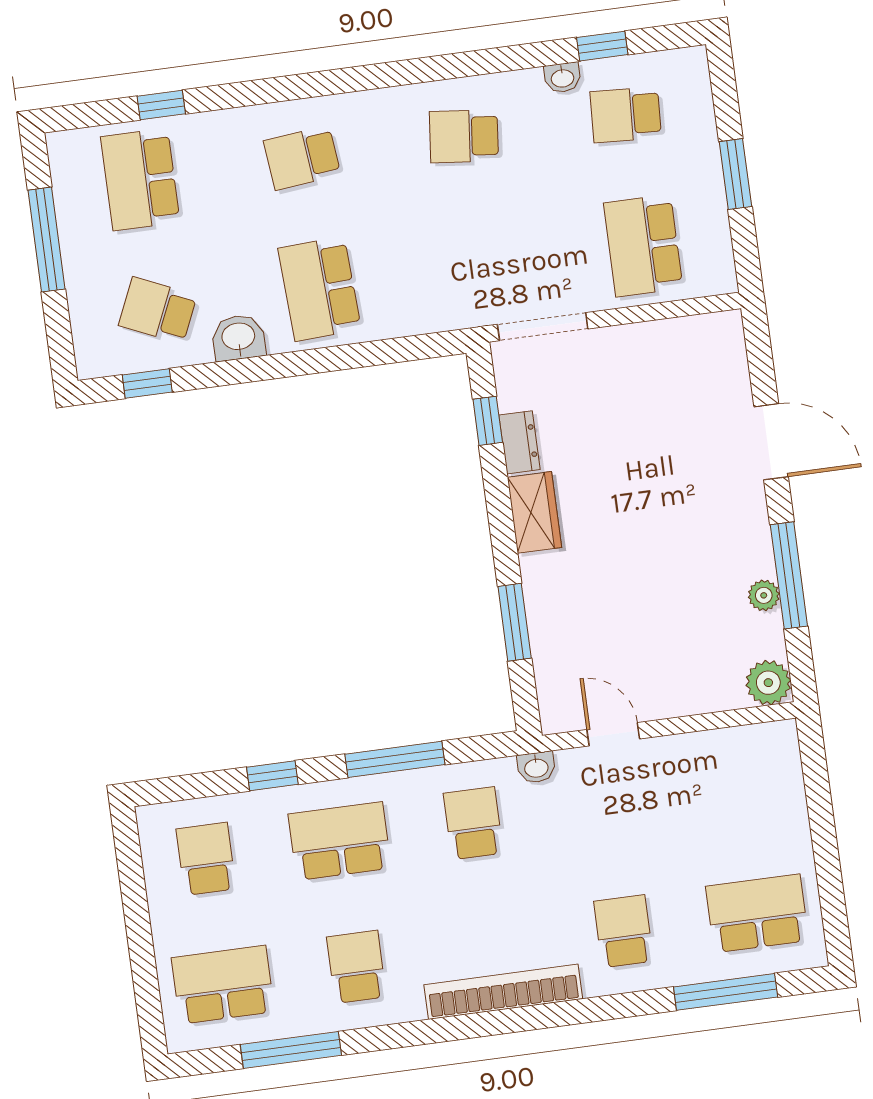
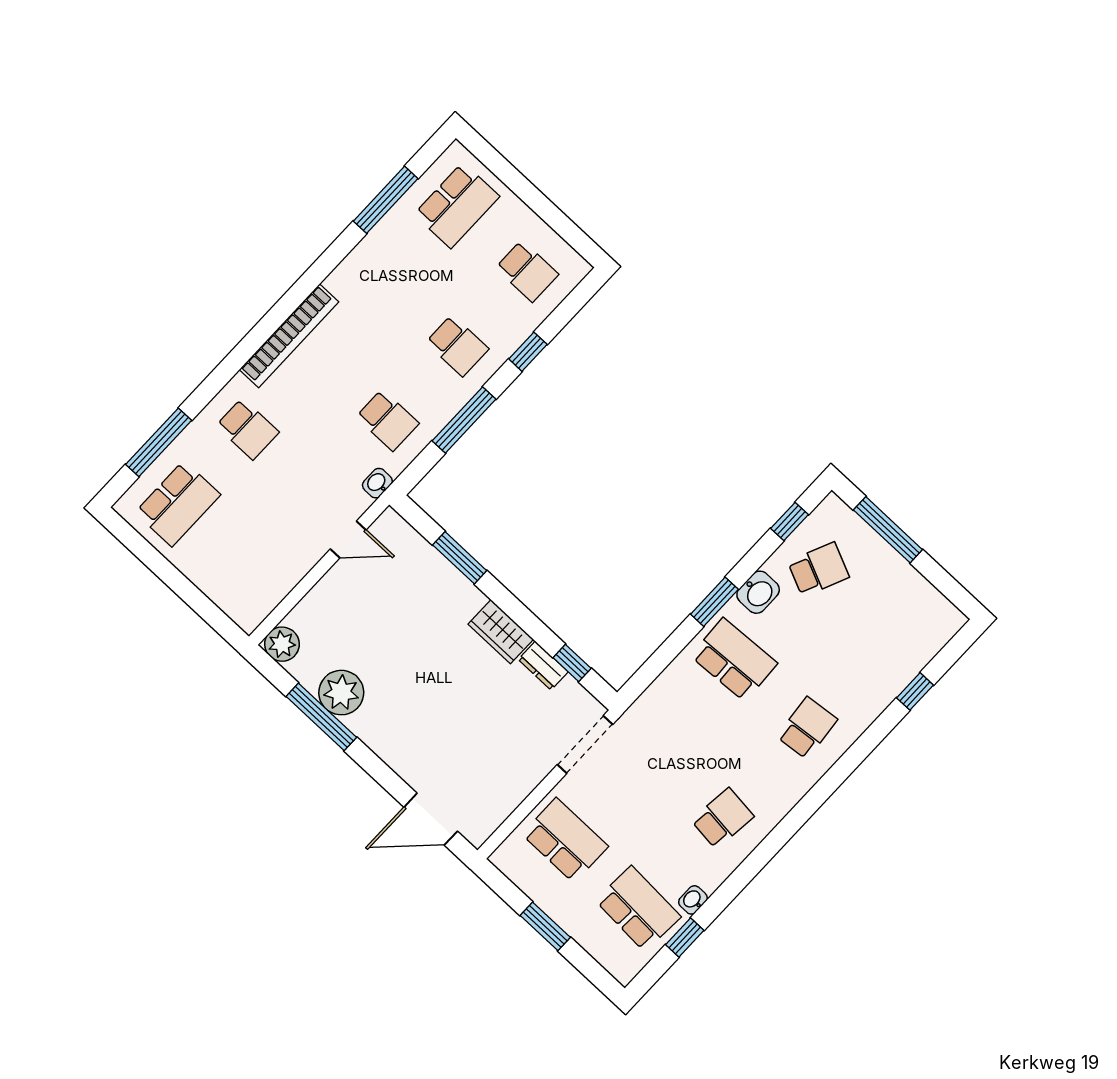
school desk: (626, 115) -> (638, 909), width x1.85
school desk: (140, 179) -> (891, 638), removed
window: (47, 240) -> (888, 530), moved
window: (291, 364) -> (714, 602), added
door: (771, 442) -> (431, 819), moved
plant: (764, 595) -> (341, 693), width x1.88, depth x1.88
school desk: (340, 841) -> (457, 346), width x0.54
school desk: (356, 967) -> (387, 280), removed

